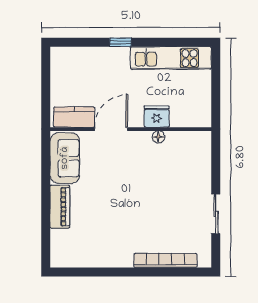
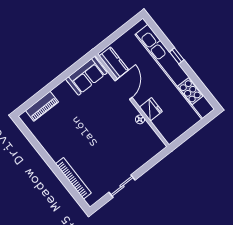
kitchen unit: (171, 58) -> (175, 72), width x1.86
door: (111, 129) -> (123, 89), hinge flipped
piano: (60, 207) -> (42, 106), moved

